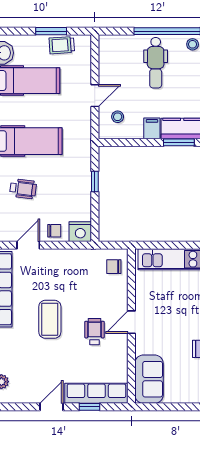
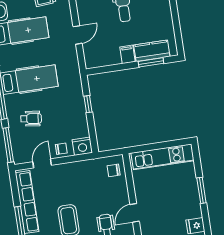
stool: (118, 117) -> (98, 49), removed

